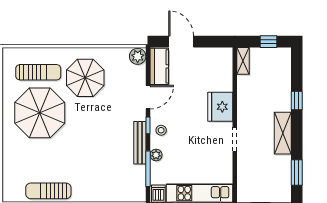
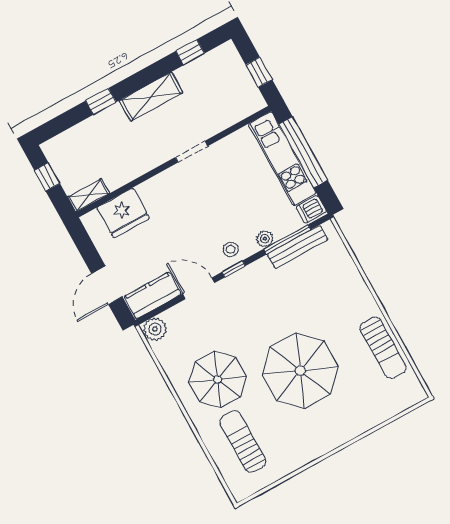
fridge: (220, 107) -> (123, 213), moved
parasol: (40, 113) -> (300, 371), moved
bench: (140, 143) -> (298, 247), moved
window: (297, 173) -> (190, 52), width x0.67

